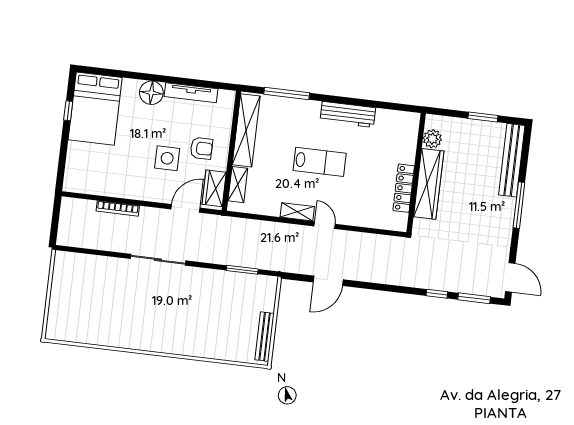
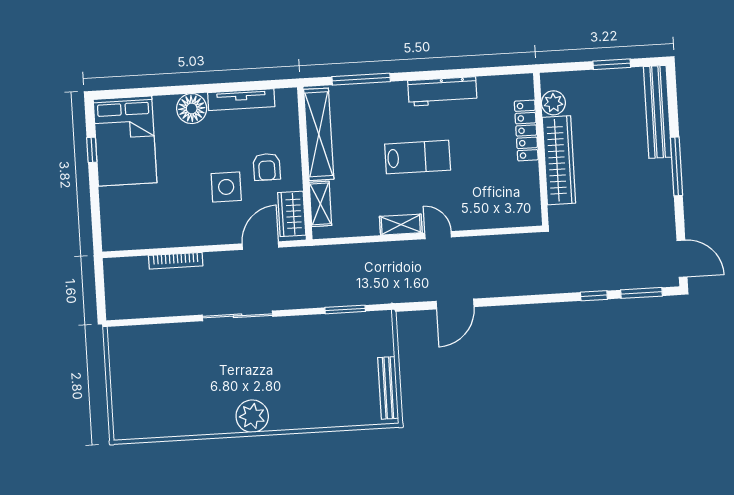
armchair: (201, 148) -> (267, 167), turned 90
locker: (404, 188) -> (526, 131), moved
plant: (155, 339) -> (252, 416), added

